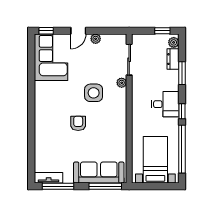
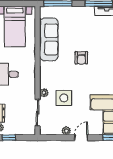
side table: (94, 93) -> (64, 98), moved
sofa: (99, 173) -> (49, 39), moved, turned -90

